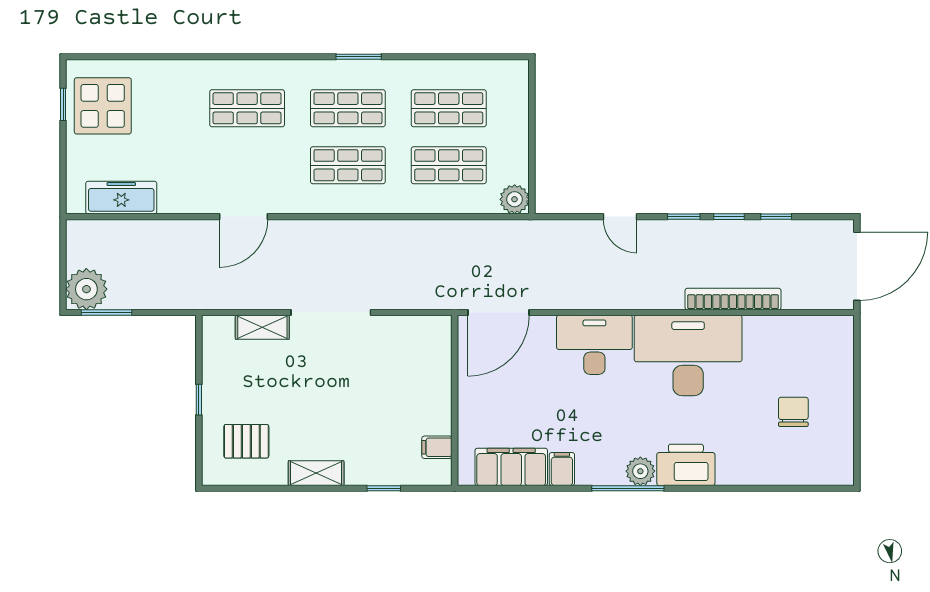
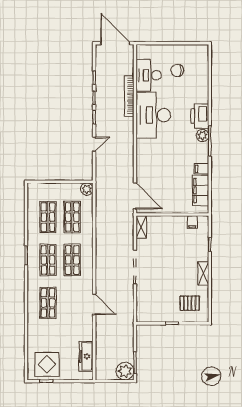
shelving: (262, 327) -> (141, 227), moved
desk: (594, 345) -> (149, 75), moved
pallet: (246, 441) -> (190, 303), turned 90

